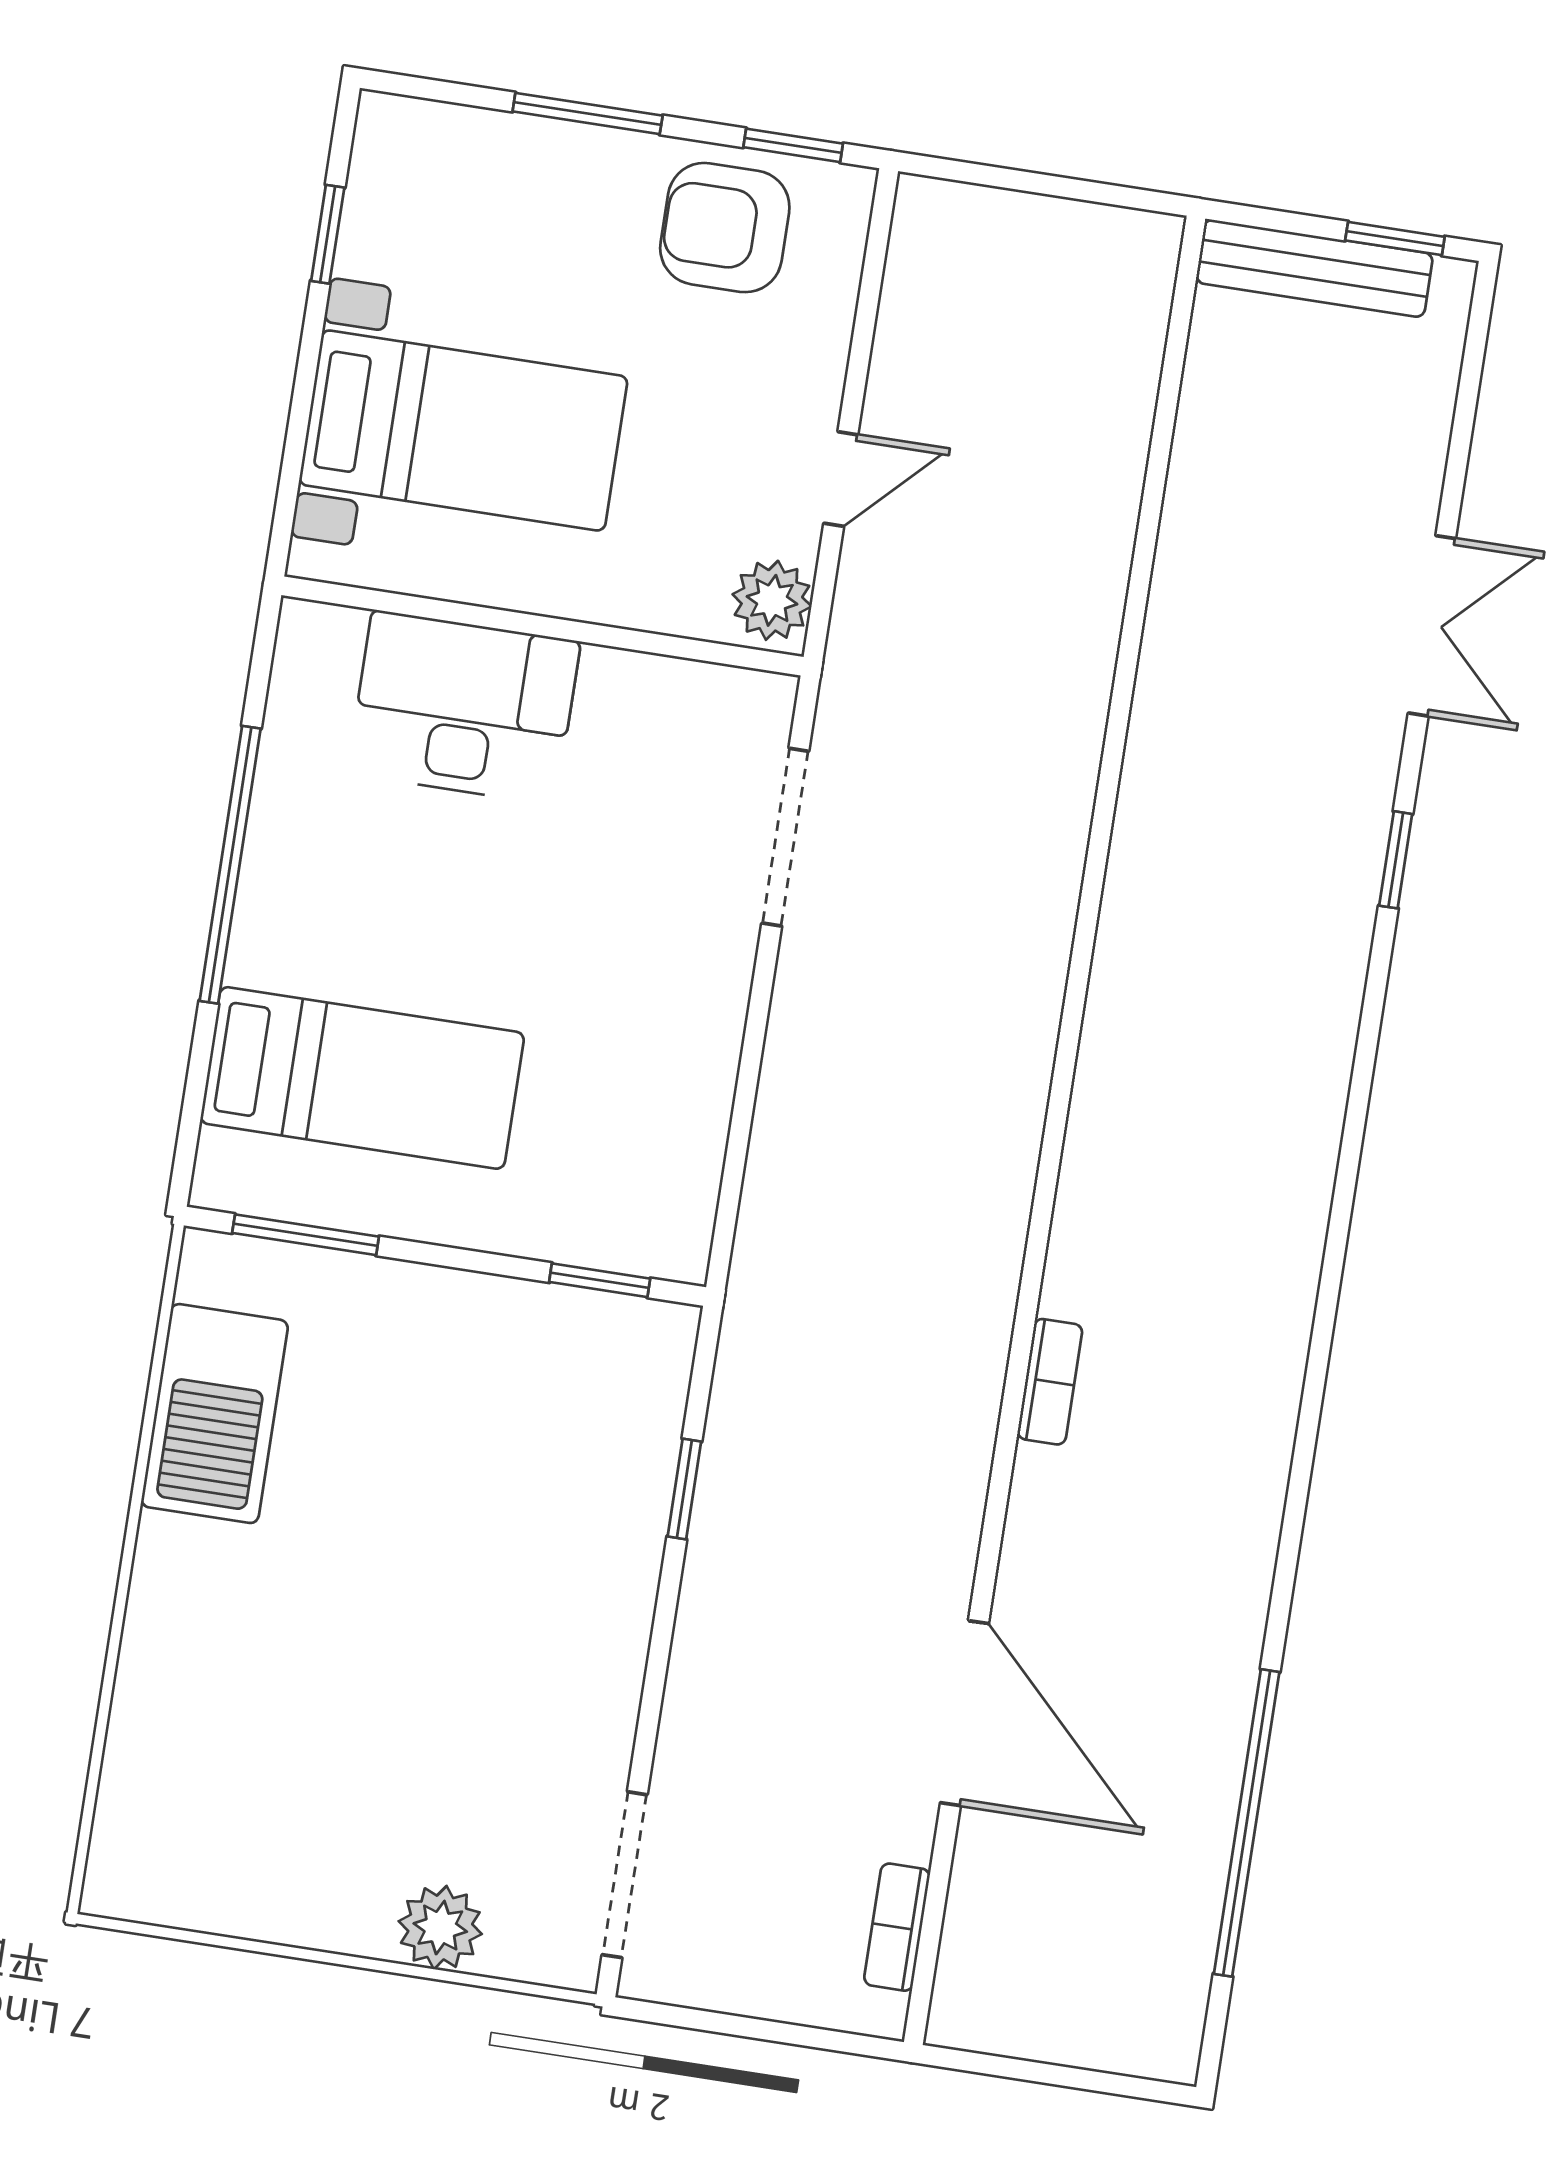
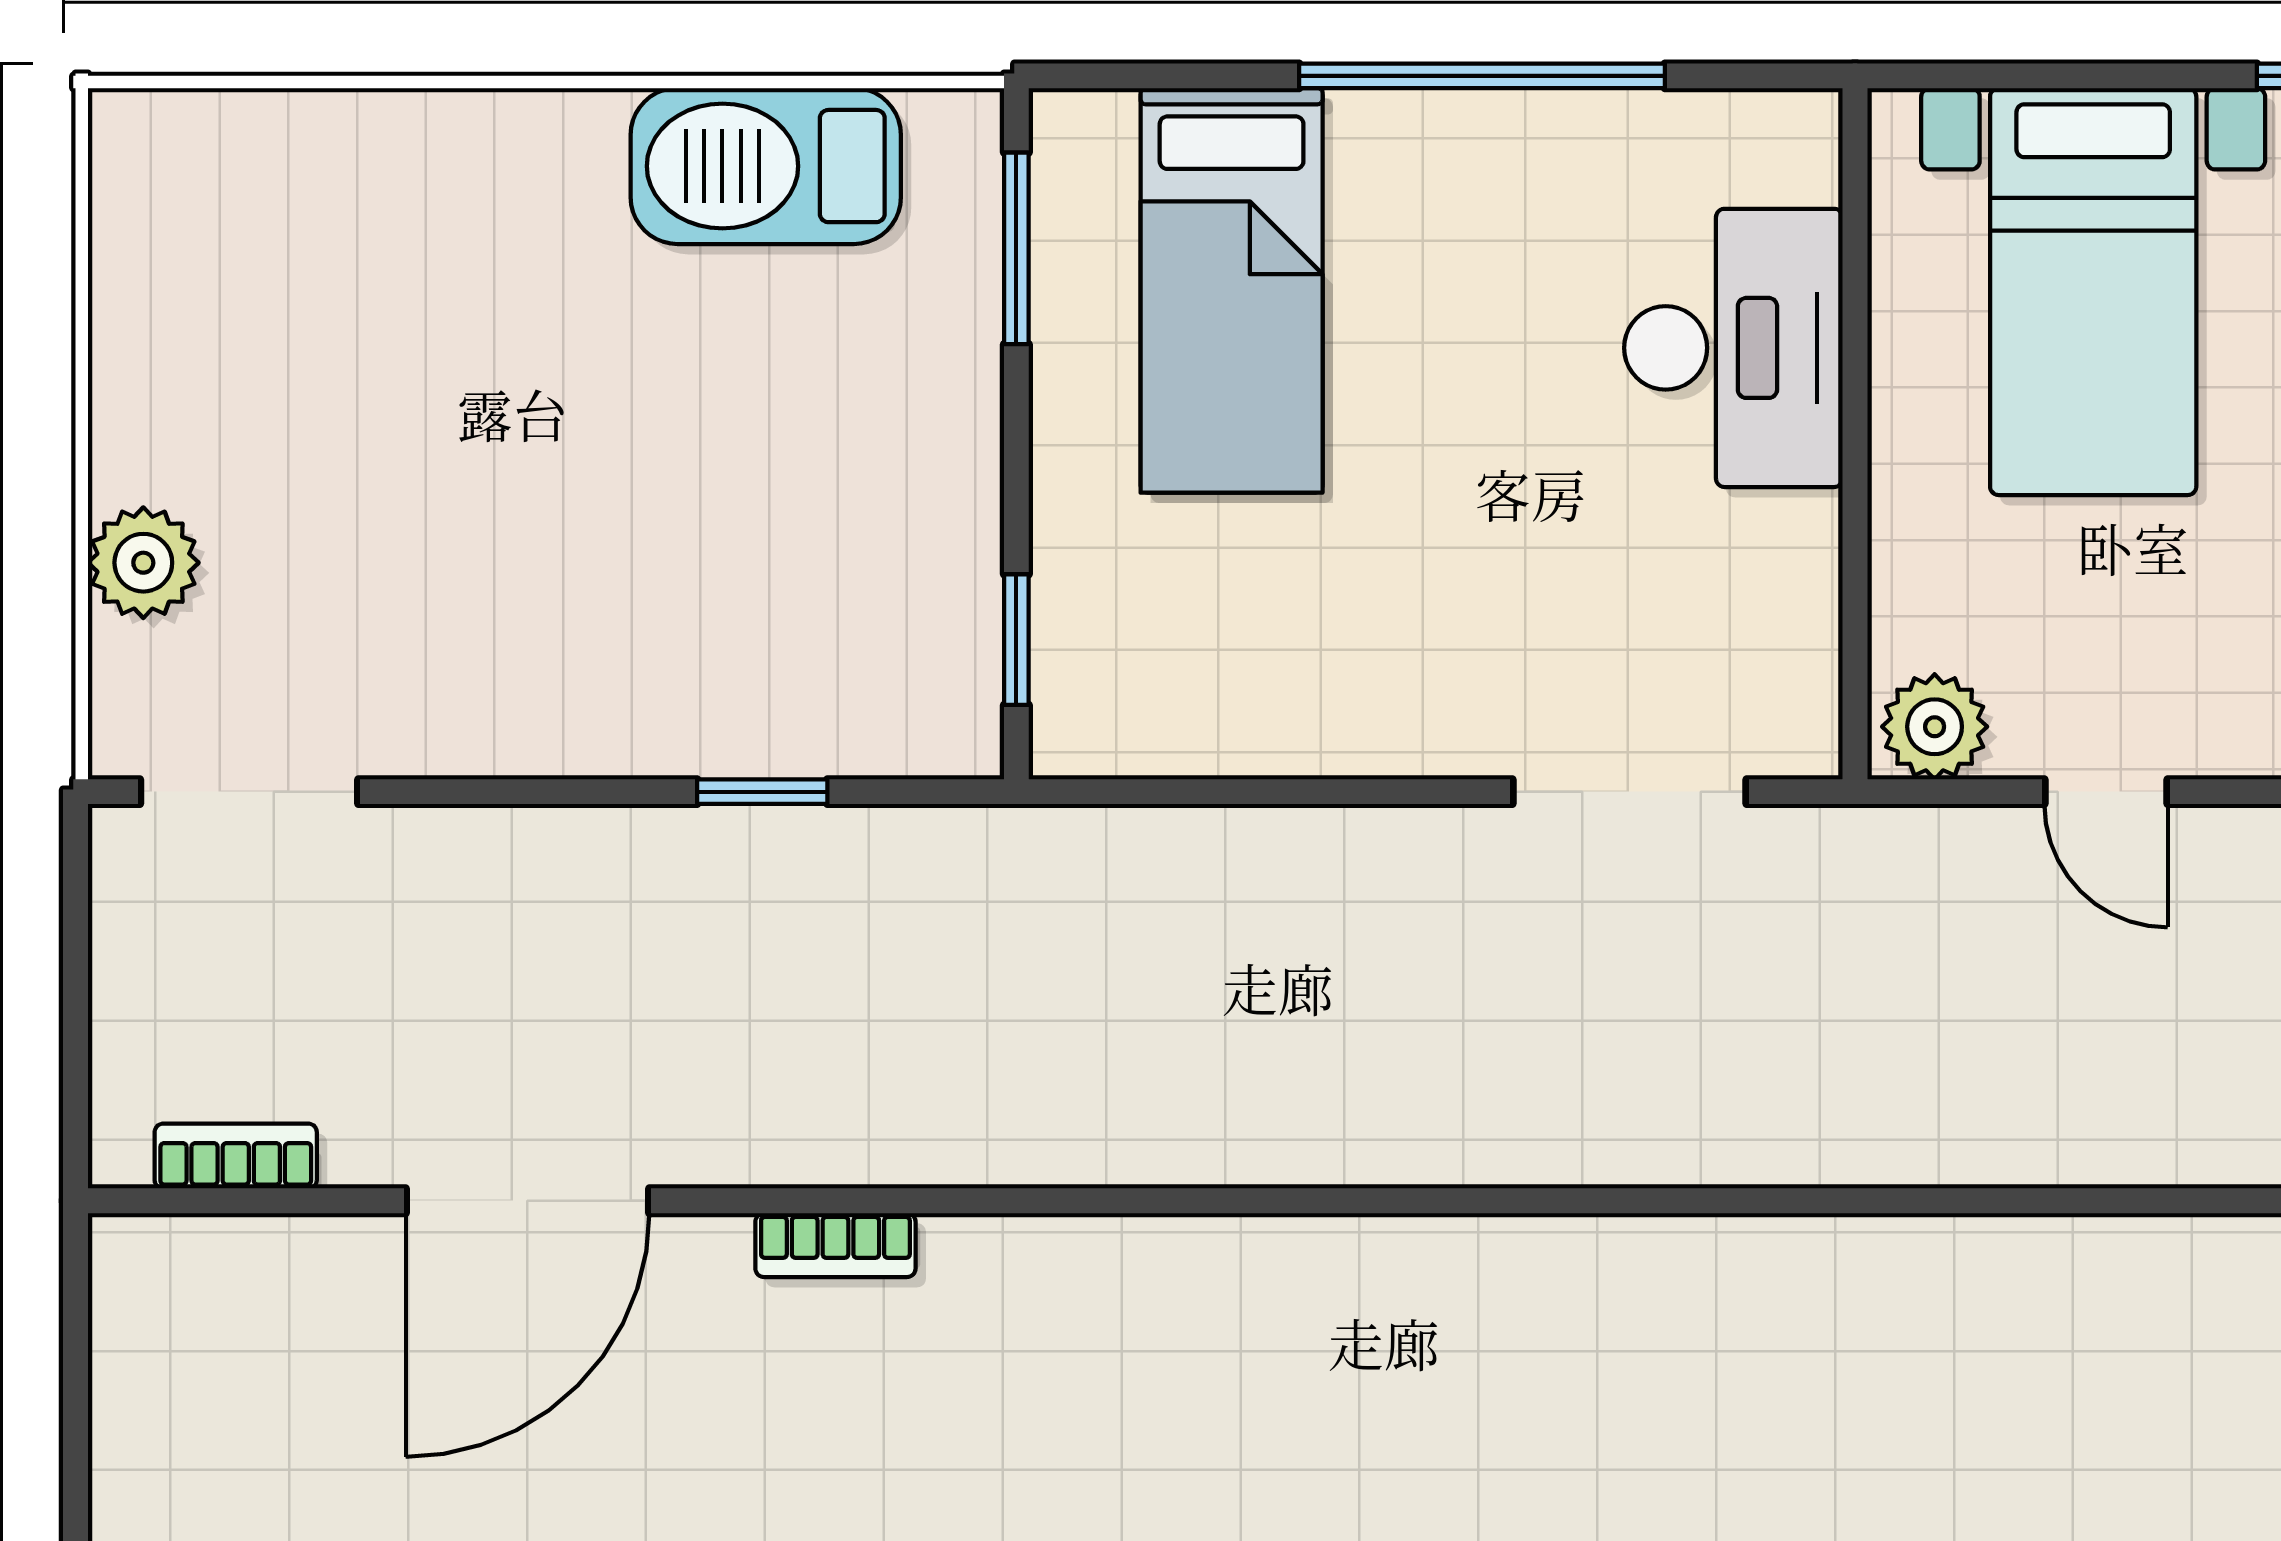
bookcase: (1050, 1382) -> (835, 1245), moved

